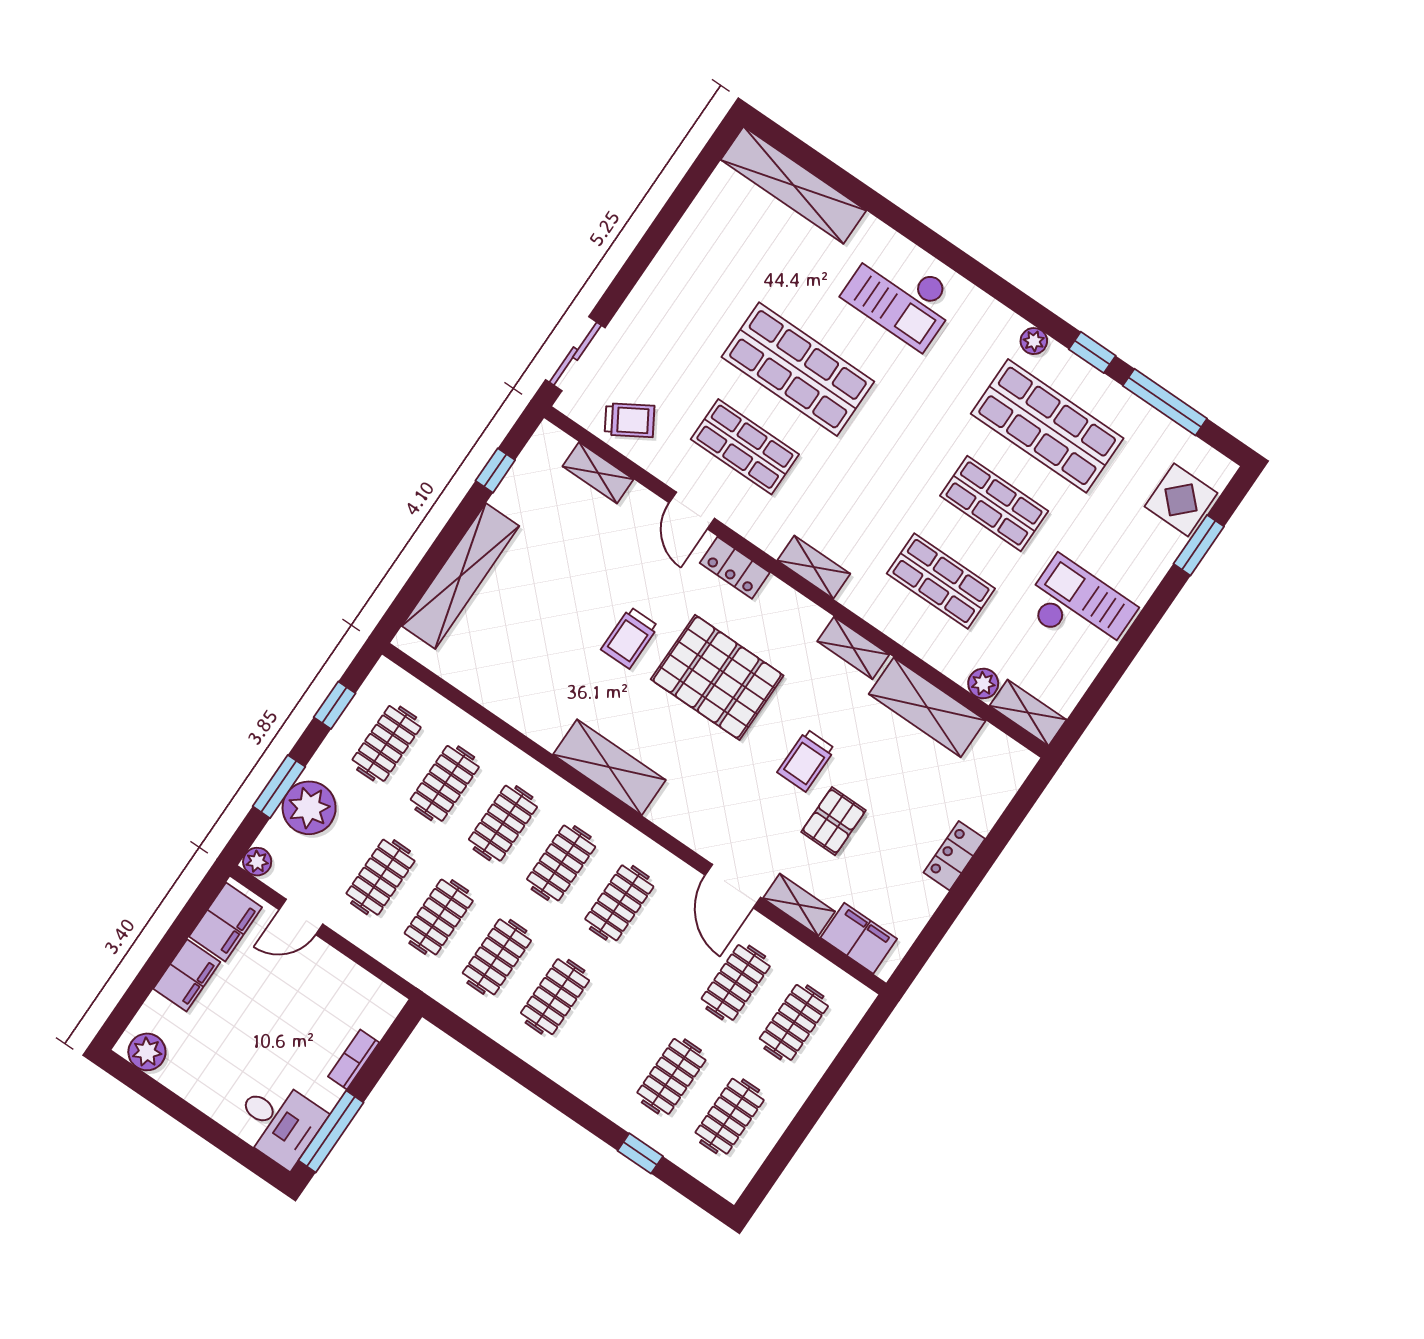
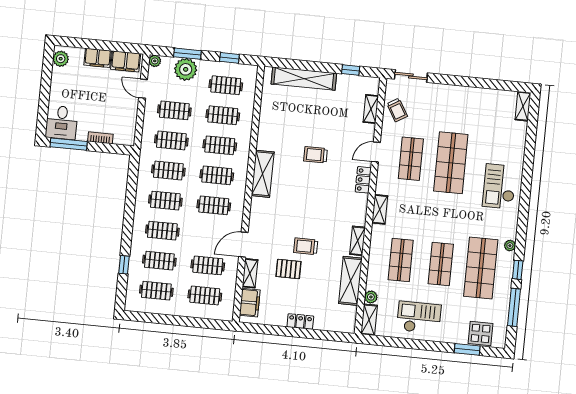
shelving: (794, 185) -> (523, 106), width x0.45, depth x0.75
checkout: (1079, 608) -> (419, 317), turned -90
pallet: (717, 677) -> (319, 196), removed
clothes rail: (613, 1037) -> (162, 231), added

